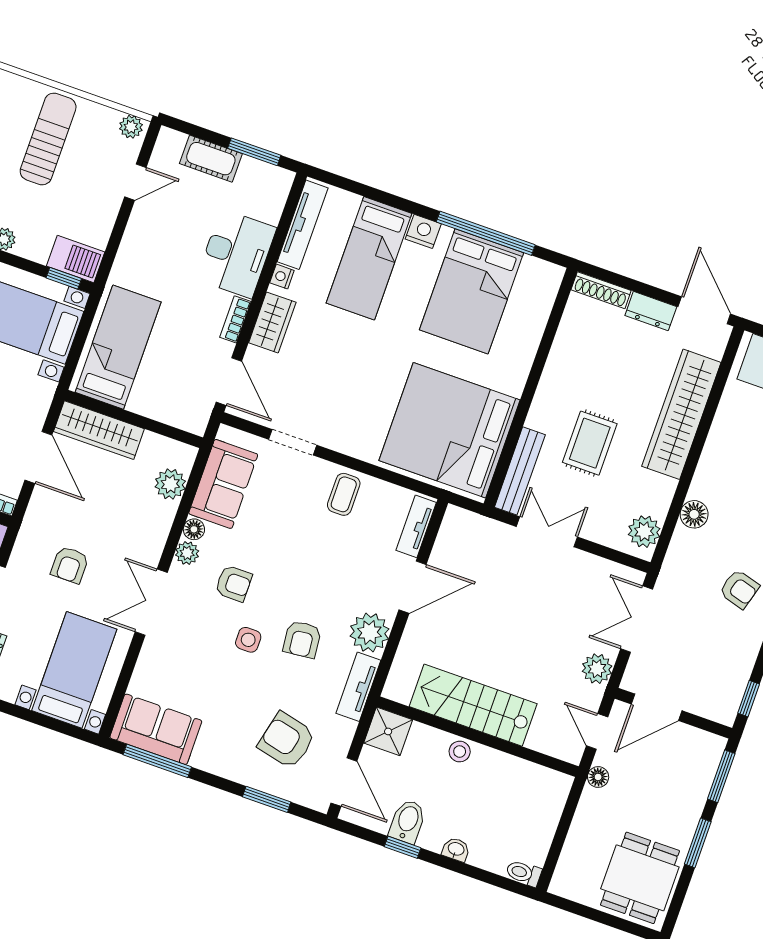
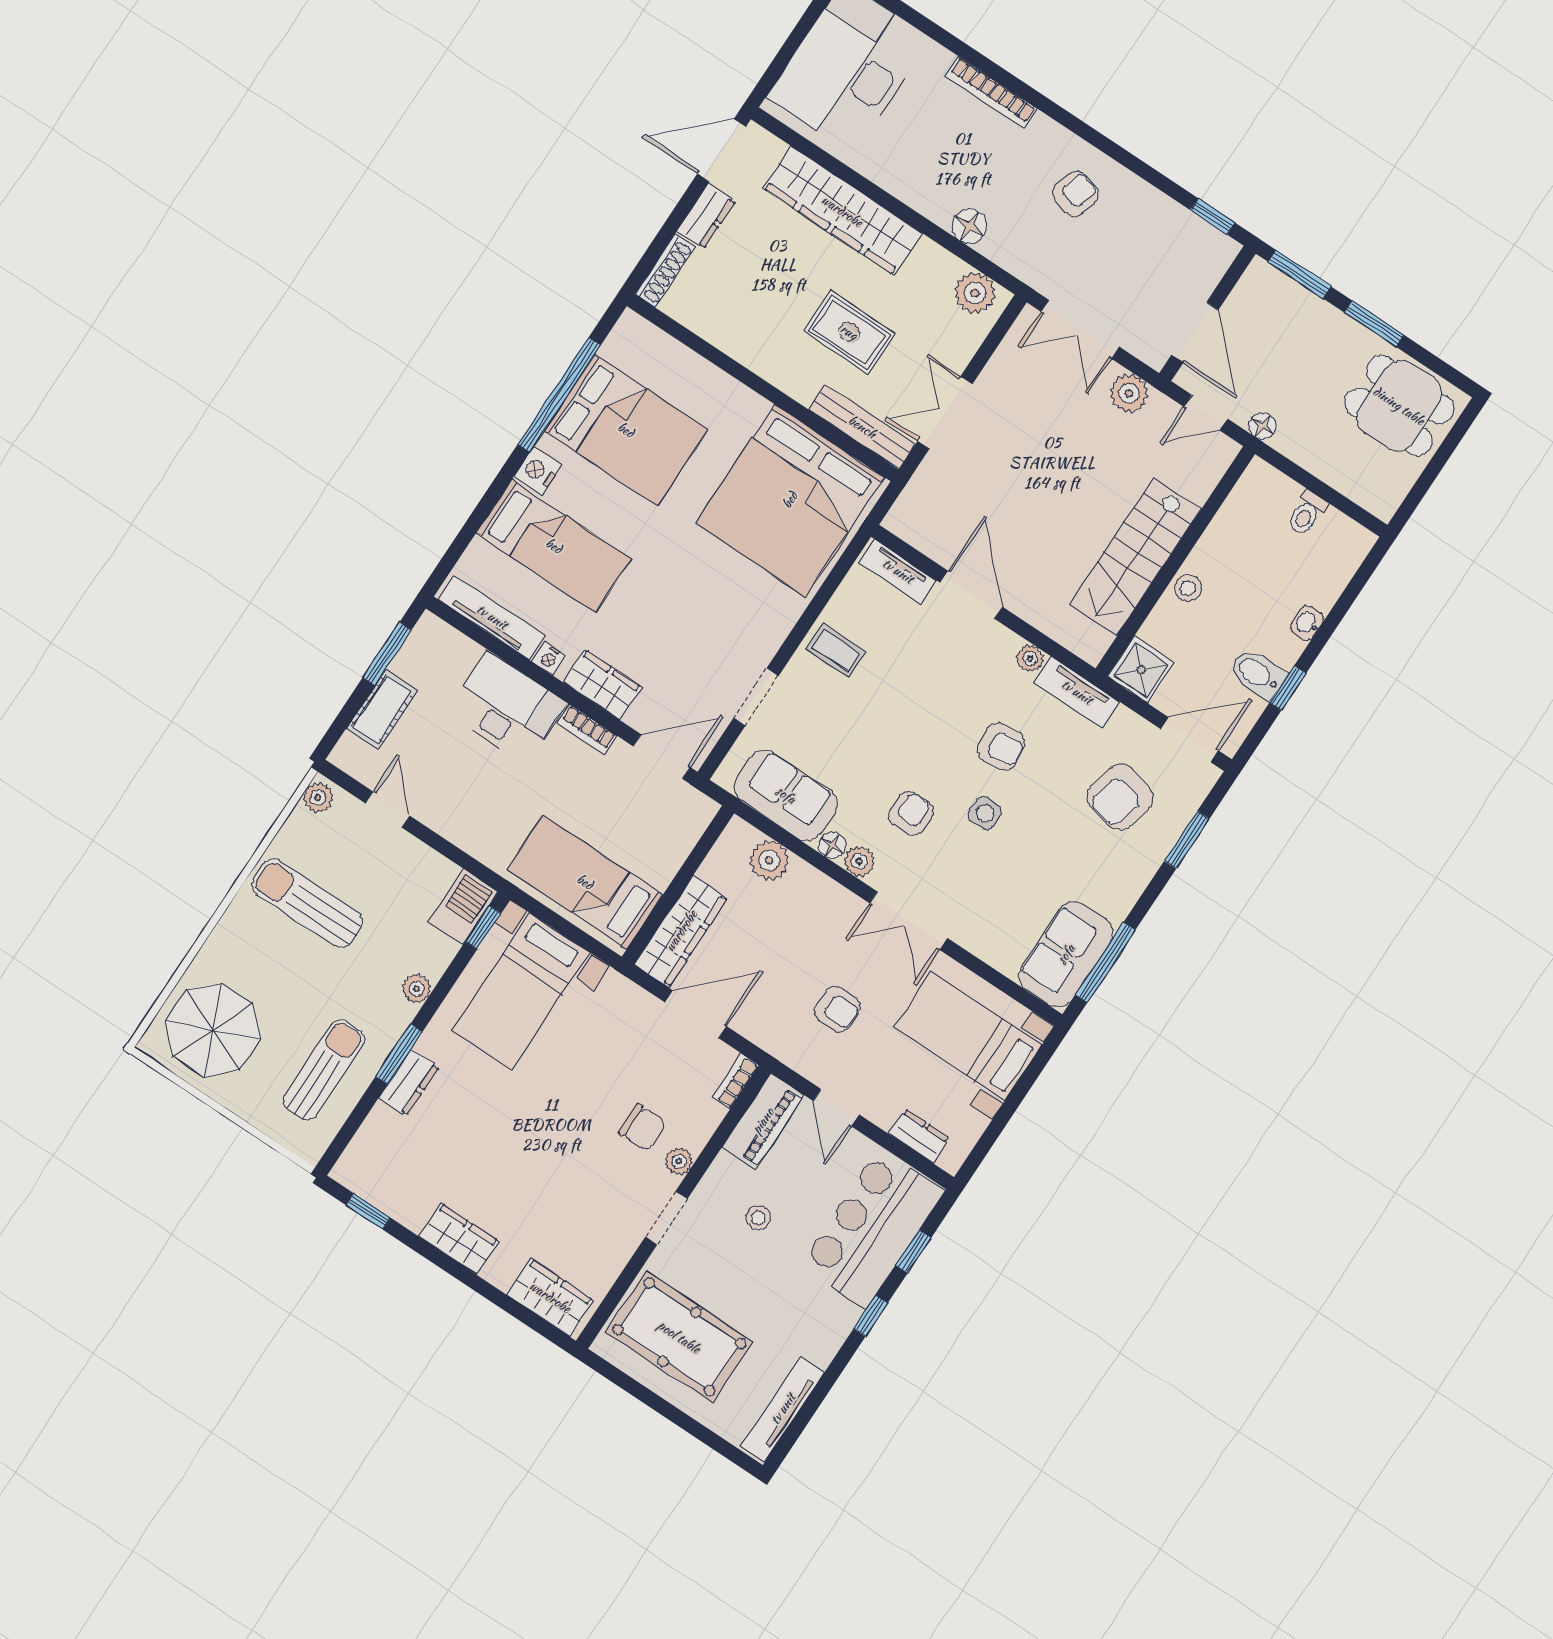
plant: (370, 632) -> (1030, 658), width x0.53, depth x0.53
toilet: (524, 873) -> (1307, 514), moved

